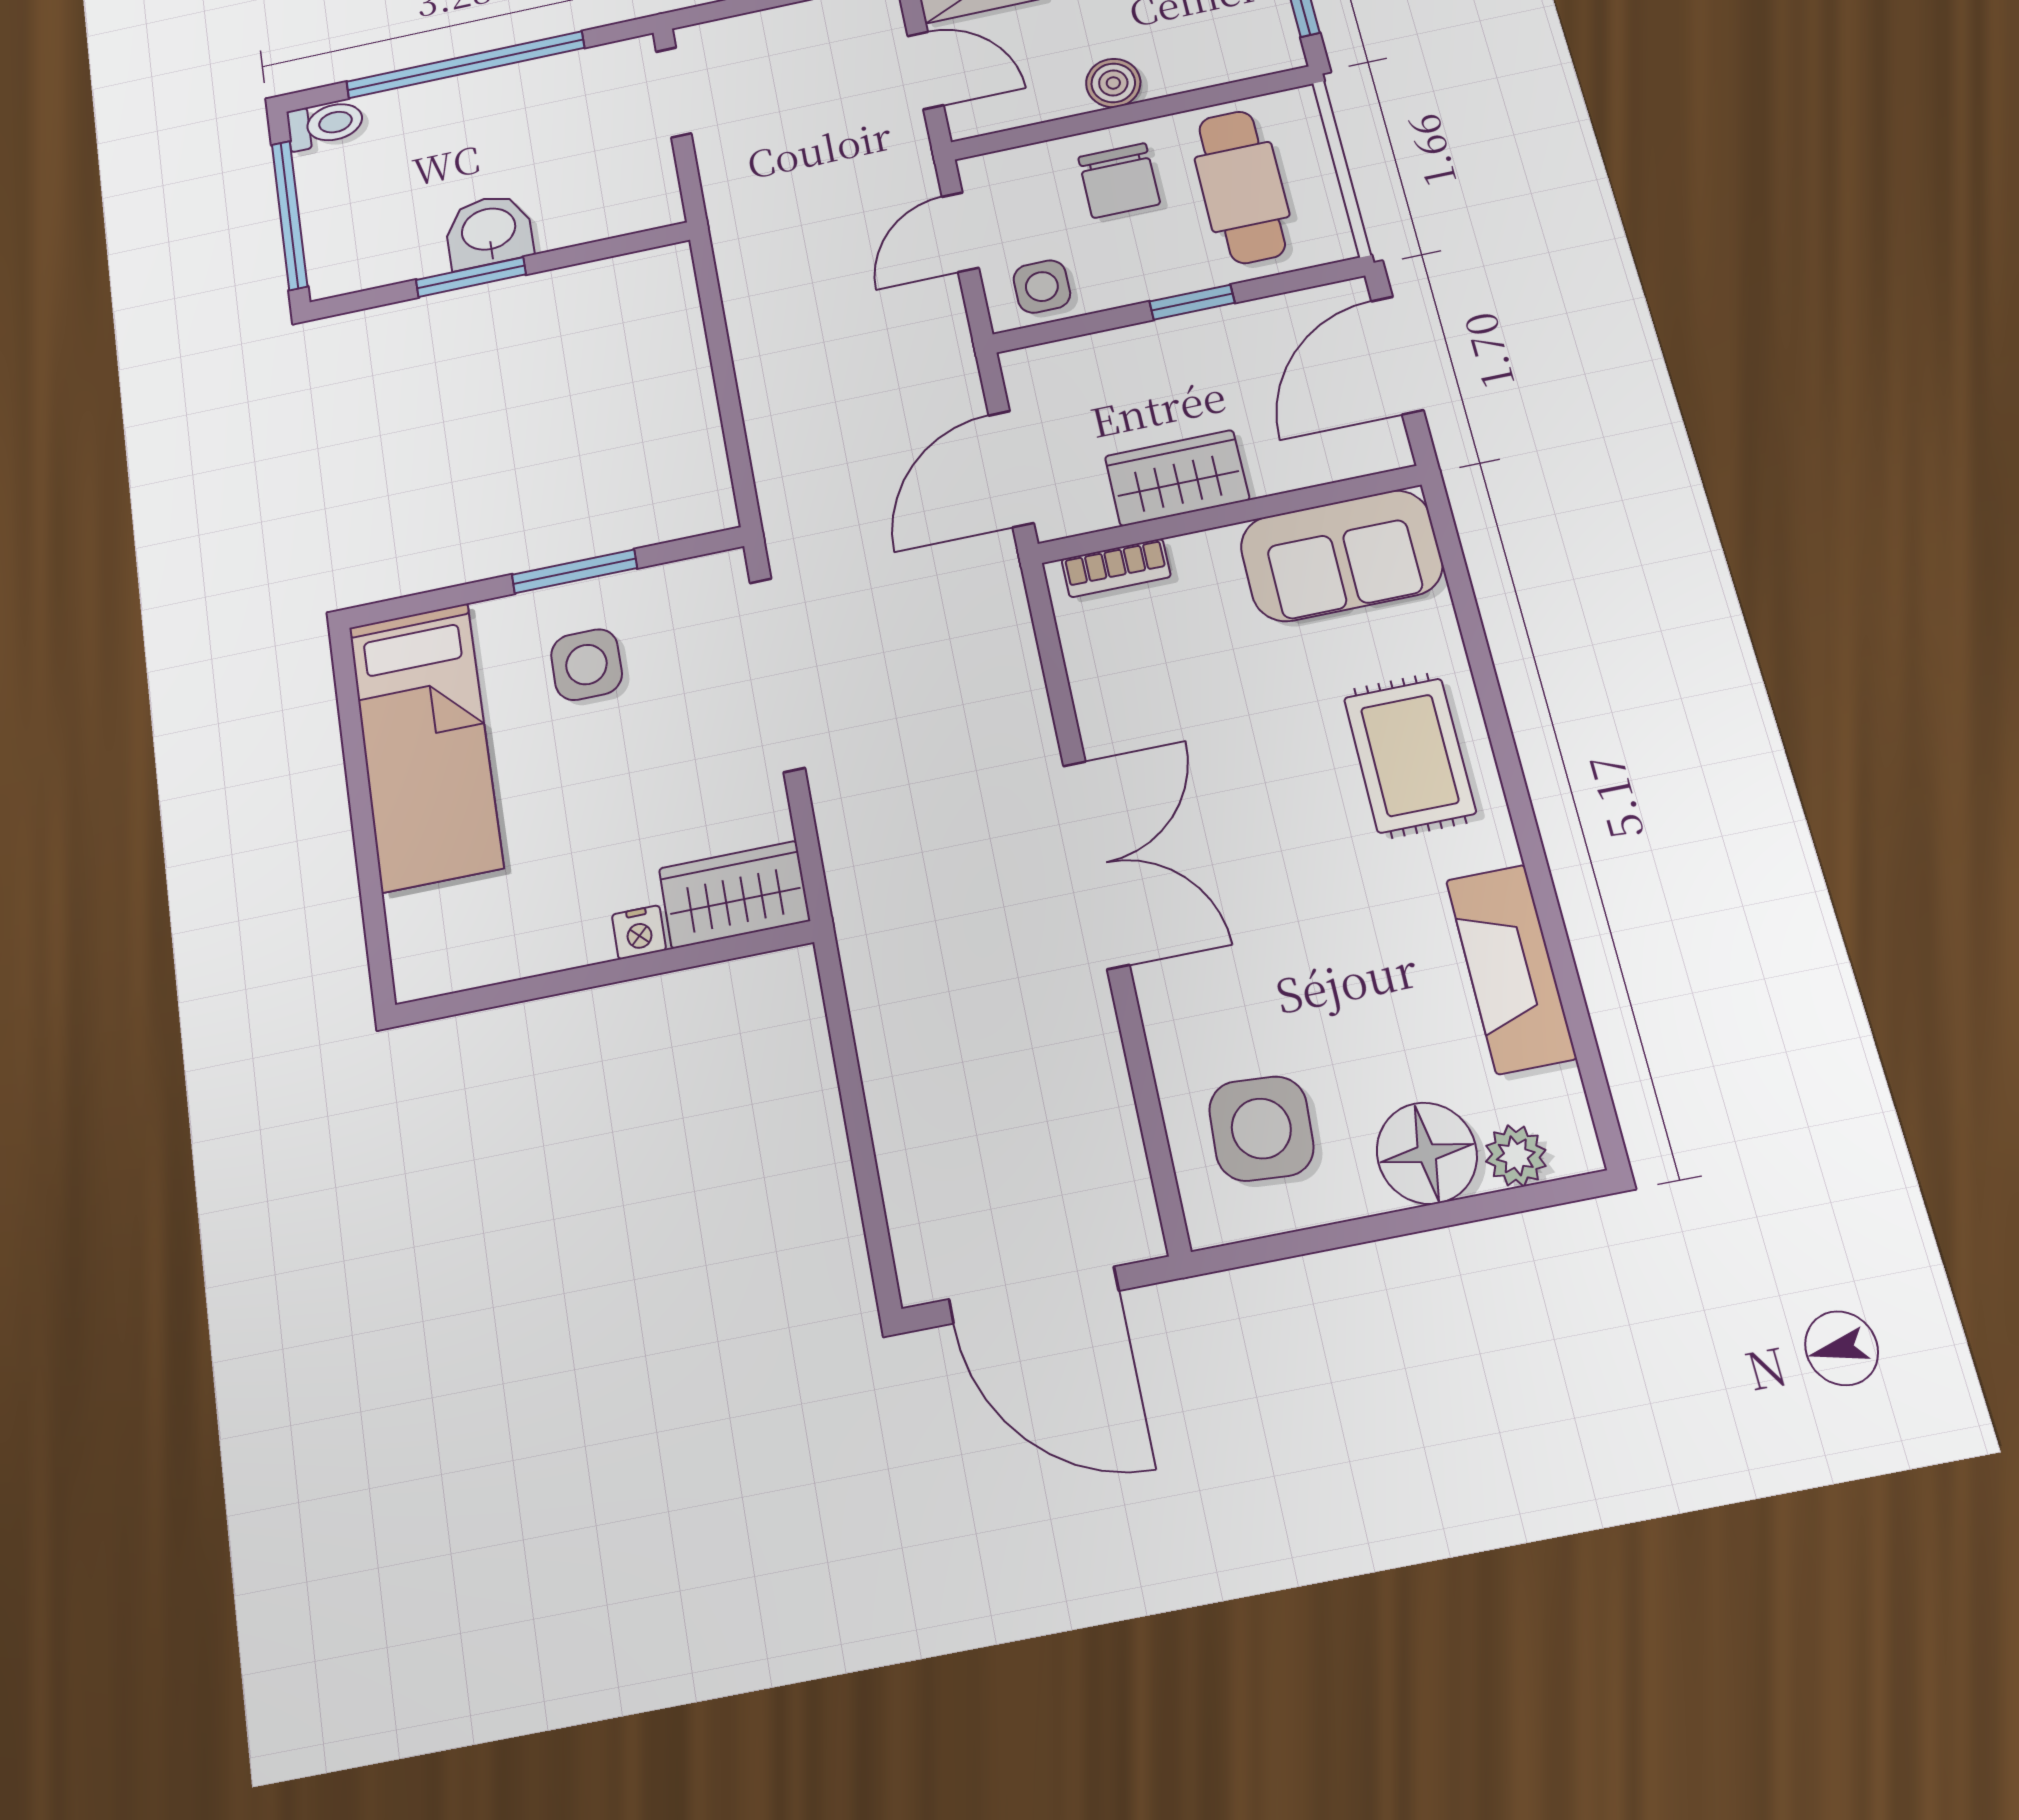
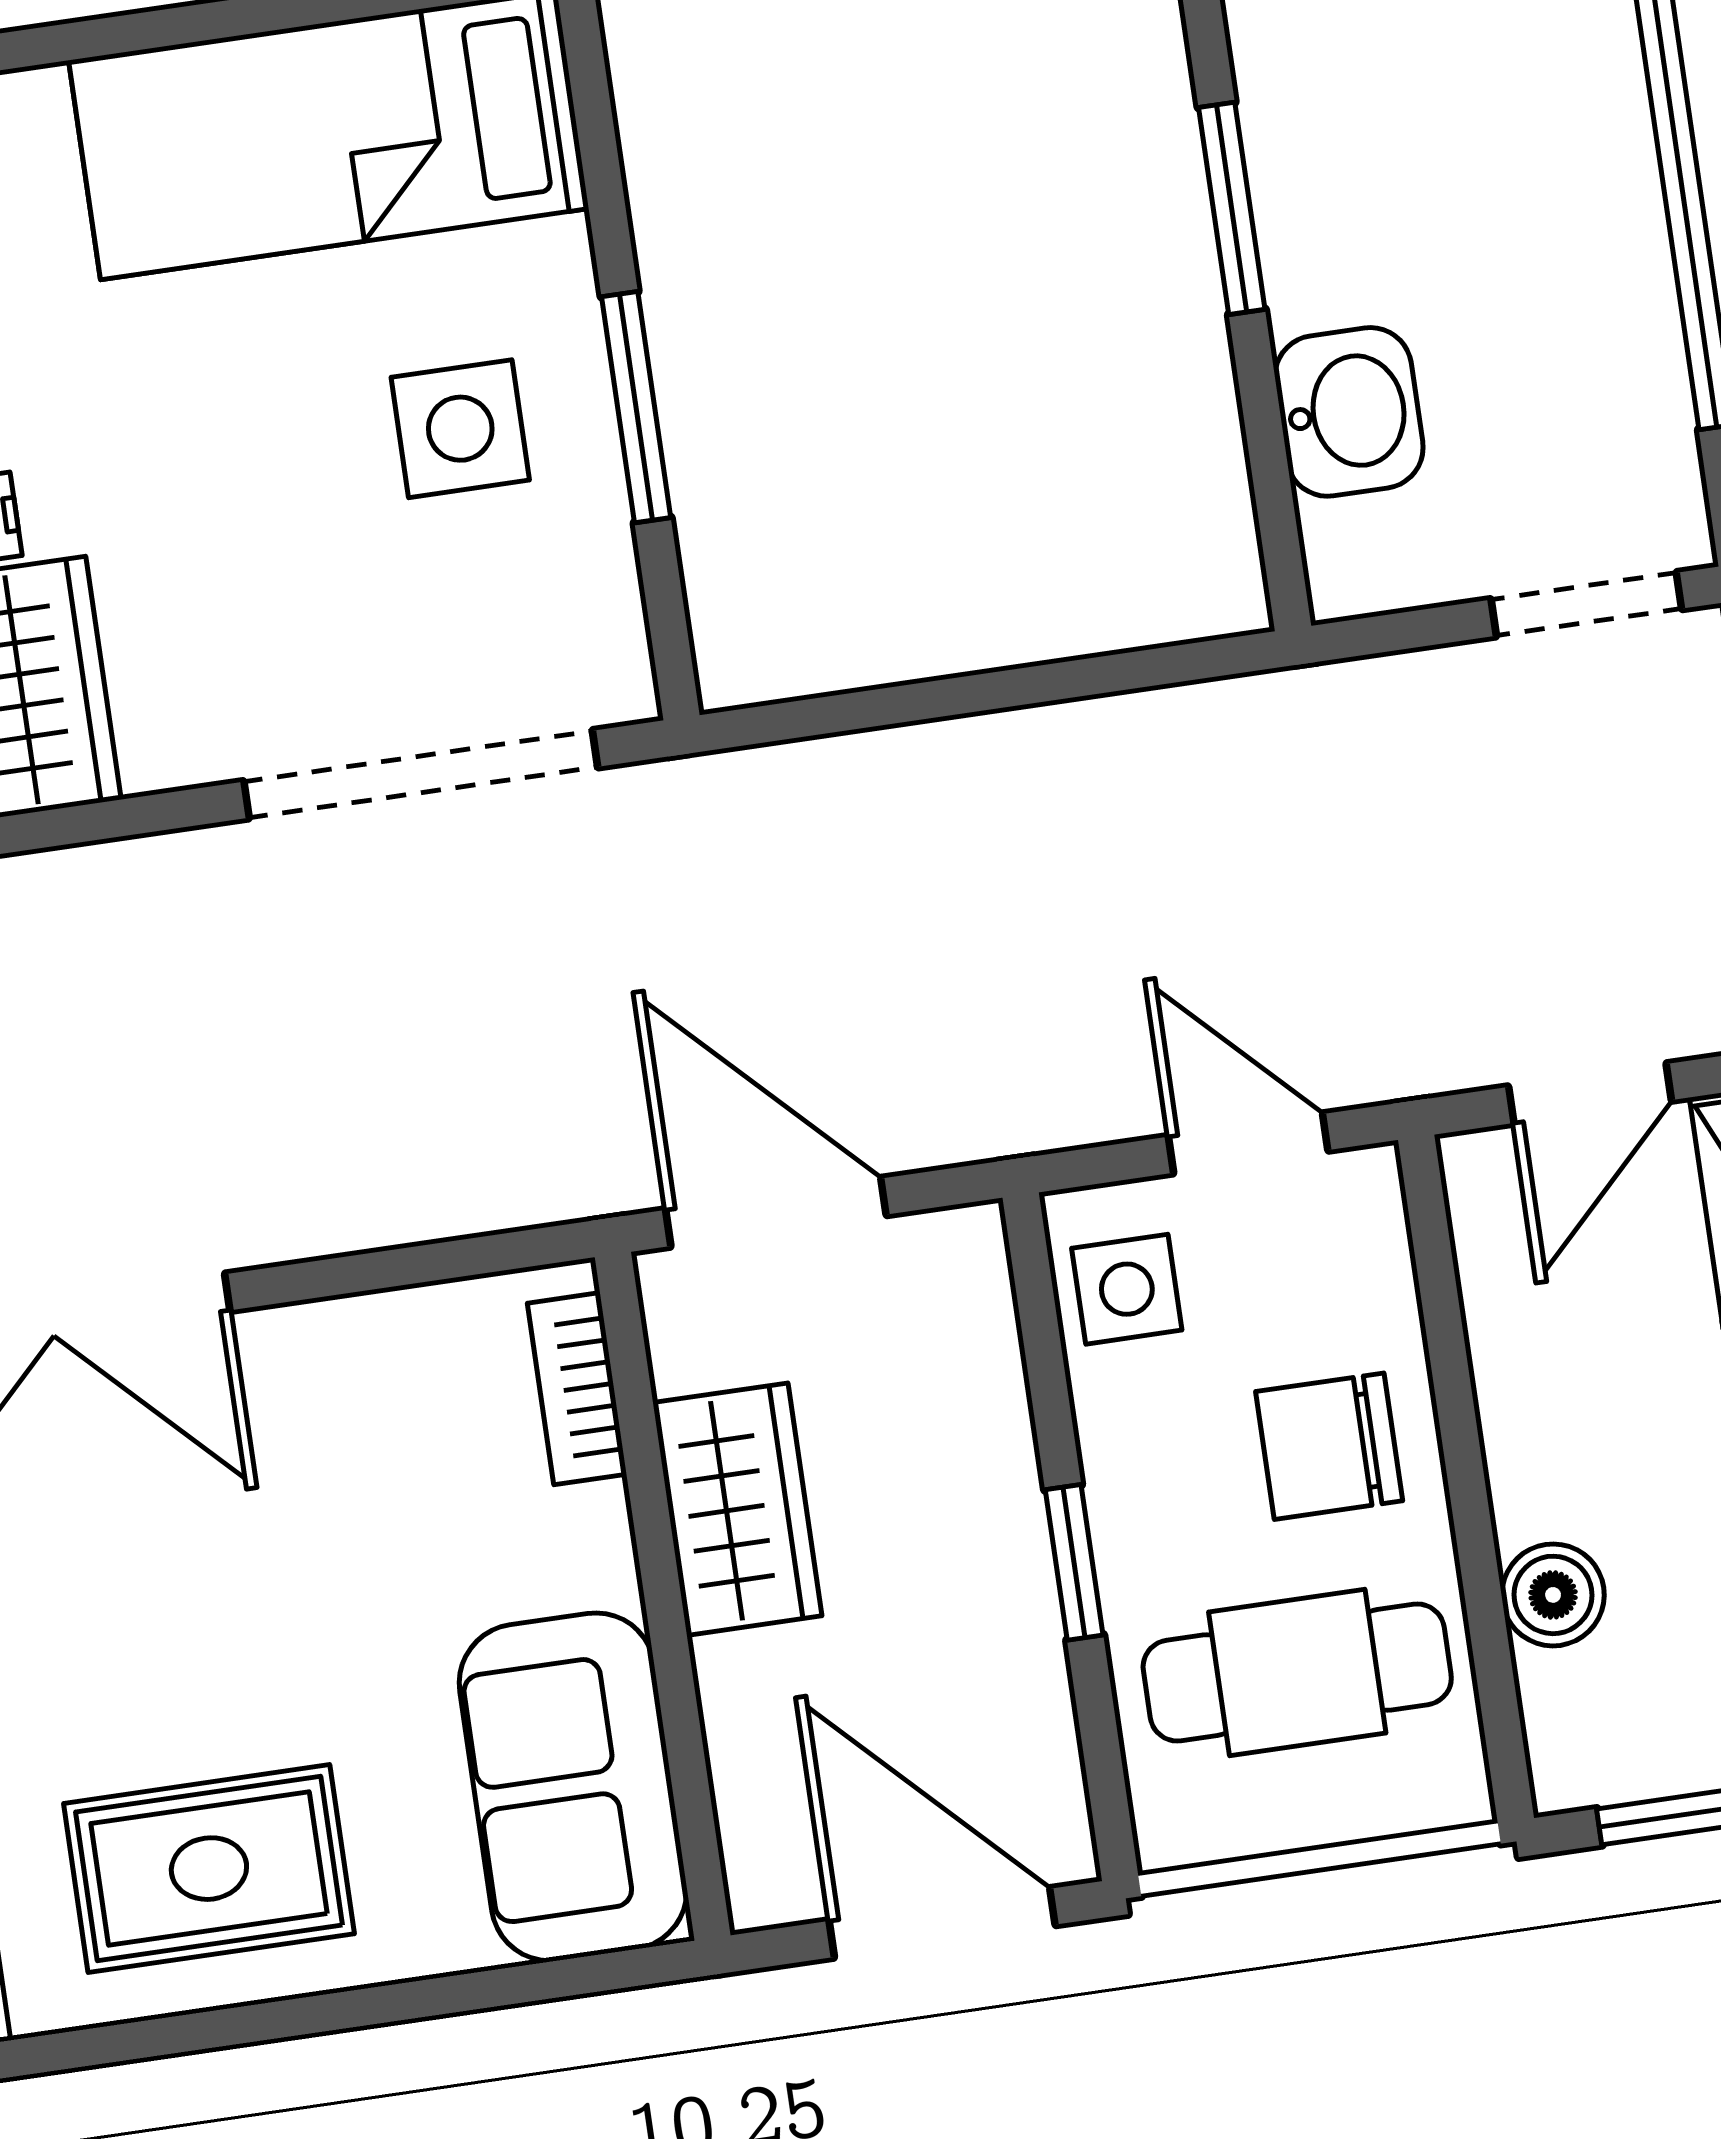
boiler: (1113, 83) -> (1553, 1595), moved
washbasin: (489, 231) -> (1349, 412), moved

